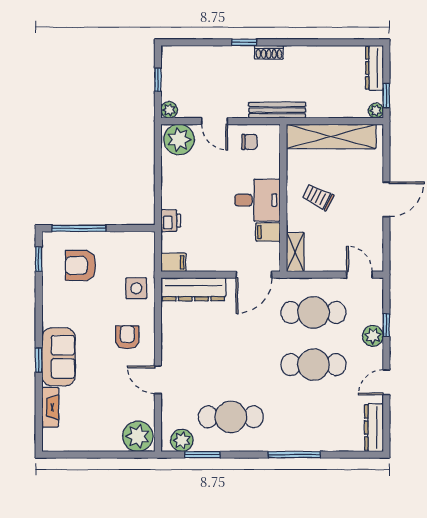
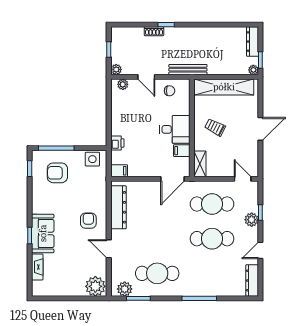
shoe rack: (269, 52) -> (154, 31), moved
plant: (179, 139) -> (123, 84), width x0.53, depth x0.53
side table: (136, 288) -> (92, 159), moved
dresser: (193, 289) -> (118, 207), moved, turned -90

